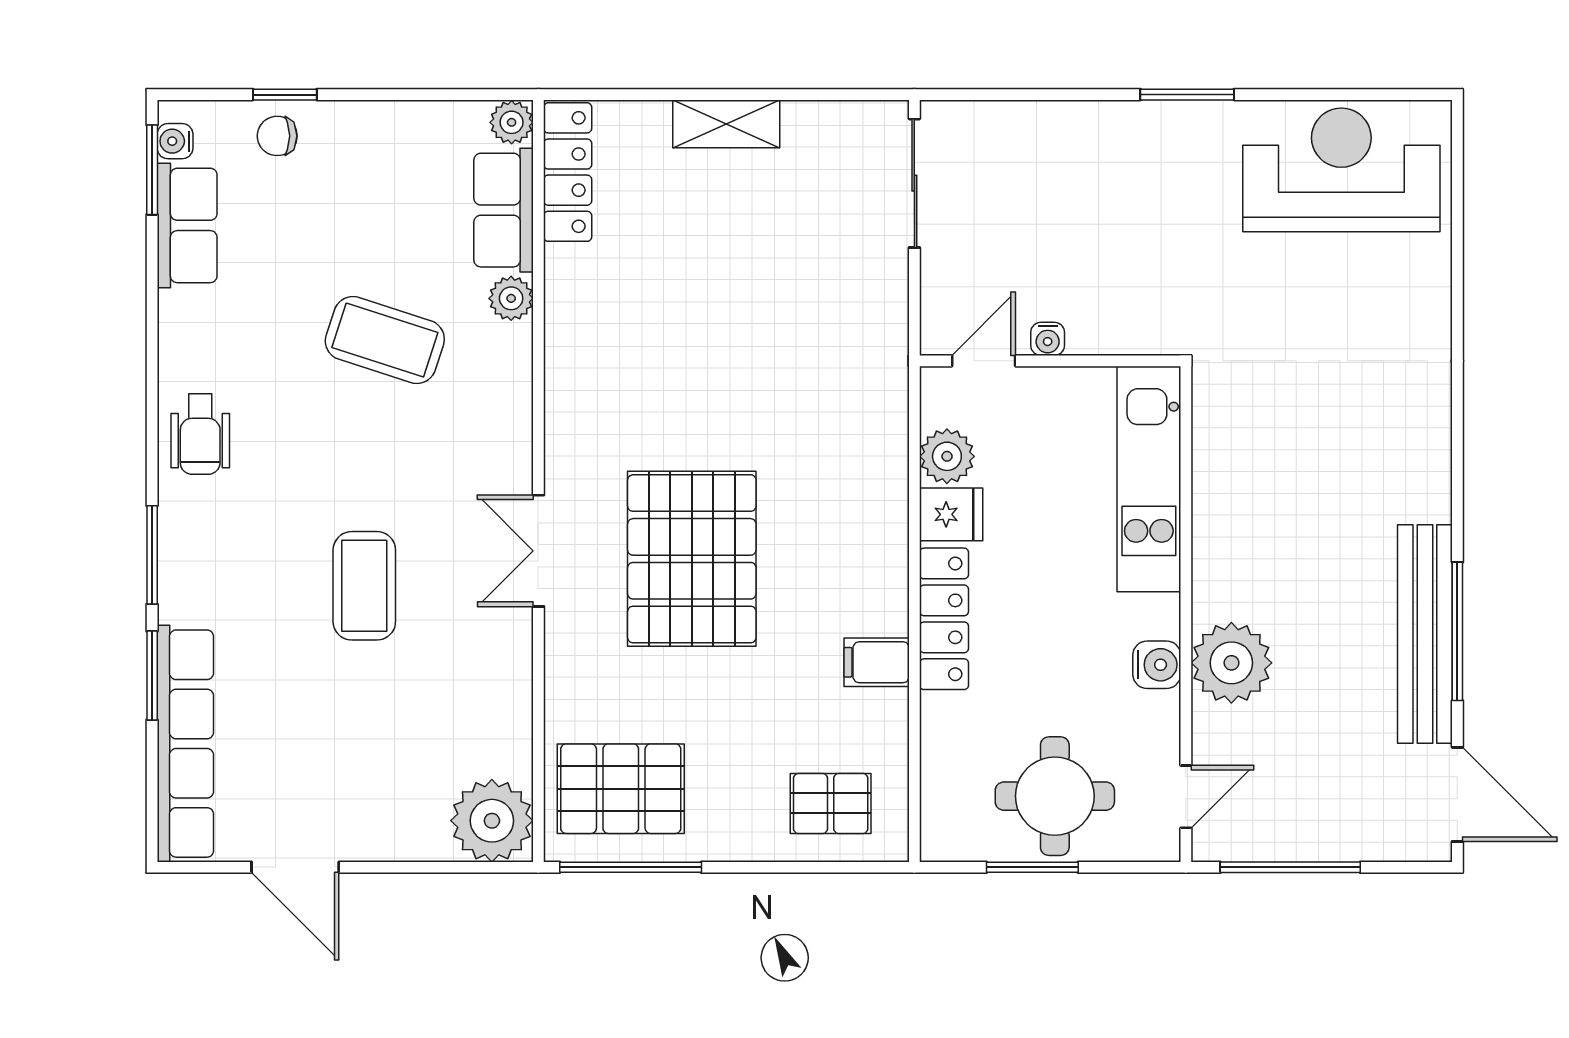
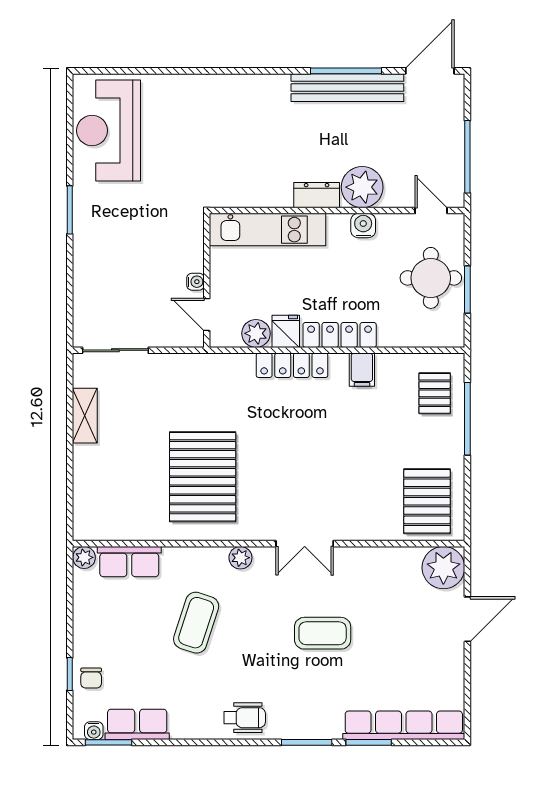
shelving: (726, 124) -> (85, 416), moved
locker: (568, 172) -> (292, 365), moved, turned 180
plant: (511, 298) -> (240, 558), moved
pallet: (692, 559) -> (203, 477), moved, turned 90
dresser: (1216, 574) -> (317, 195), added
door: (295, 867) -> (467, 619), moved
window: (631, 867) -> (467, 419), moved

